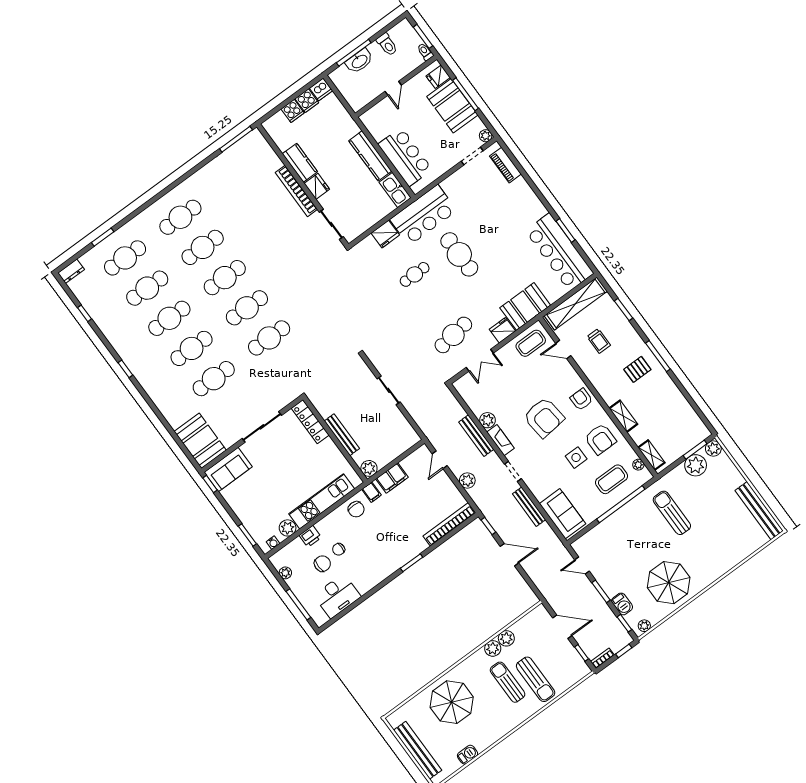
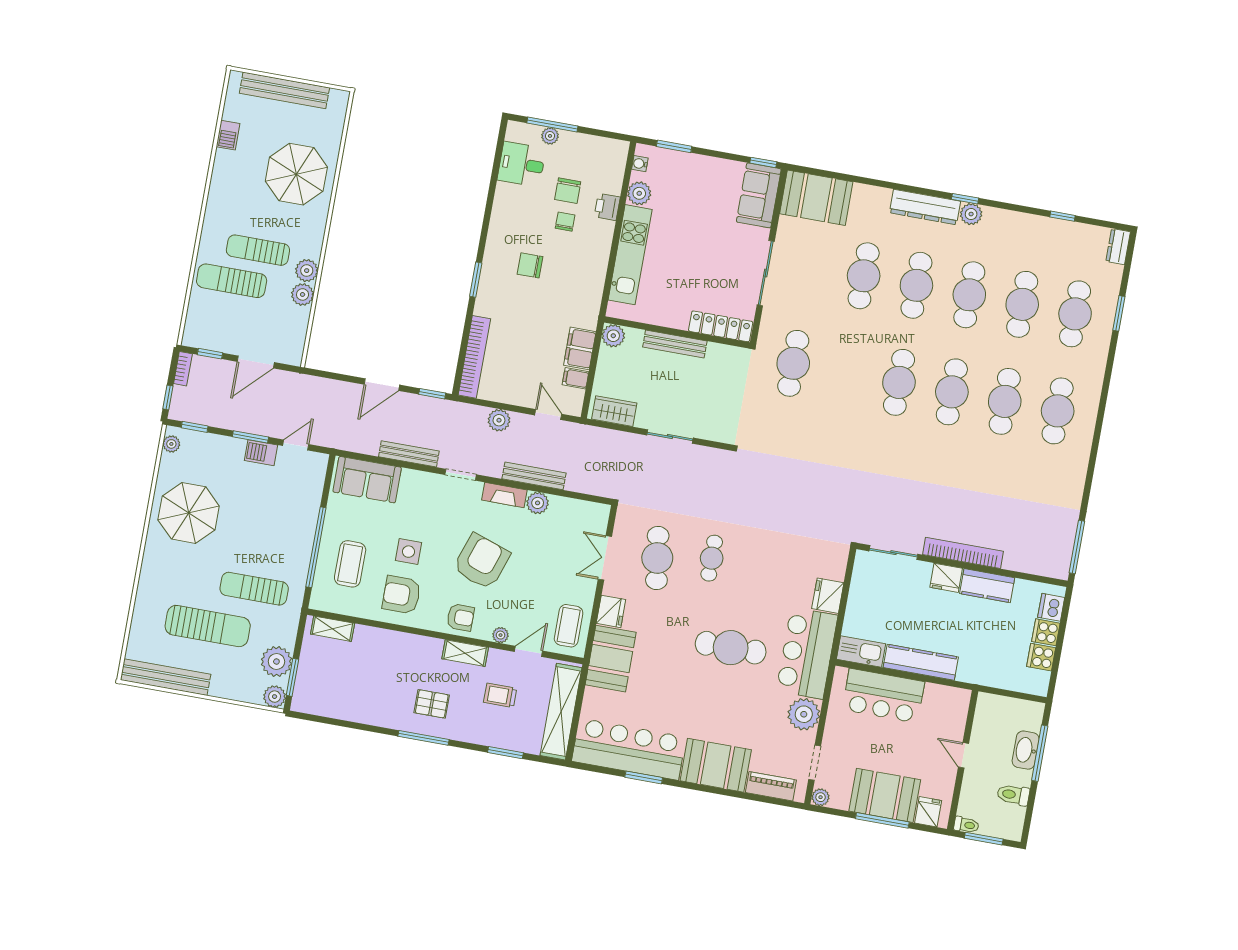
dishwasher: (321, 89) -> (1051, 607), moved
plant: (454, 186) -> (804, 714), added
booth: (523, 202) -> (716, 765), added
cafe table: (415, 274) -> (712, 558), moved
cafe table: (269, 338) -> (793, 363), moved
plant: (130, 358) -> (971, 214), added
pallet: (637, 369) -> (432, 704), turned 90
dresser: (150, 384) -> (925, 207), added
shelving: (623, 416) -> (465, 653), moved
armchair: (544, 417) -> (482, 562), turned 115
wardrobe: (405, 430) -> (614, 411), added
plant: (638, 465) -> (500, 635), moved
filing cabinet: (371, 492) -> (575, 378), moved
chair: (356, 509) -> (530, 265), moved
sun lounger: (672, 513) -> (254, 589), turned 180
sun lounger: (713, 516) -> (208, 626), added
plant: (285, 573) -> (550, 136), moved
desk: (337, 596) -> (522, 164), width x0.73
barbecue: (622, 604) -> (261, 453), moved
sun lounger: (508, 682) -> (258, 250), turned 180

